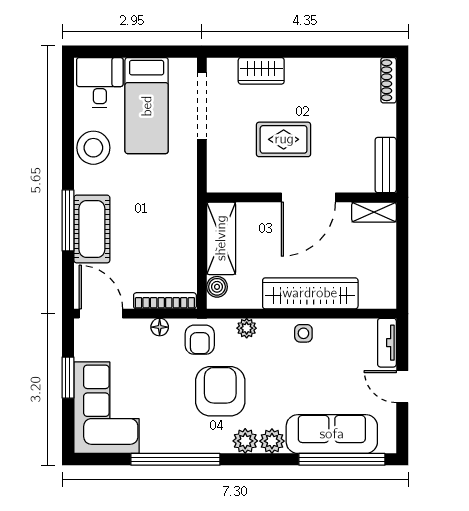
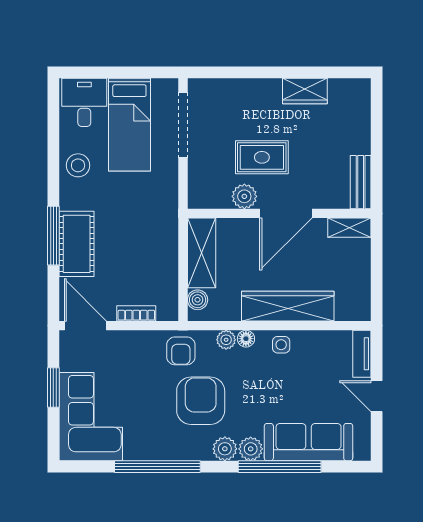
wardrobe: (261, 71) -> (305, 91), moved
shoe rack: (389, 80) -> (363, 100), removed
stool: (93, 148) -> (78, 165), width x0.73, depth x0.73
plant: (265, 180) -> (244, 196), added
bookcase: (165, 301) -> (136, 313), width x0.64
floor lamp: (160, 327) -> (246, 339), moved
window: (342, 459) -> (280, 467), moved

